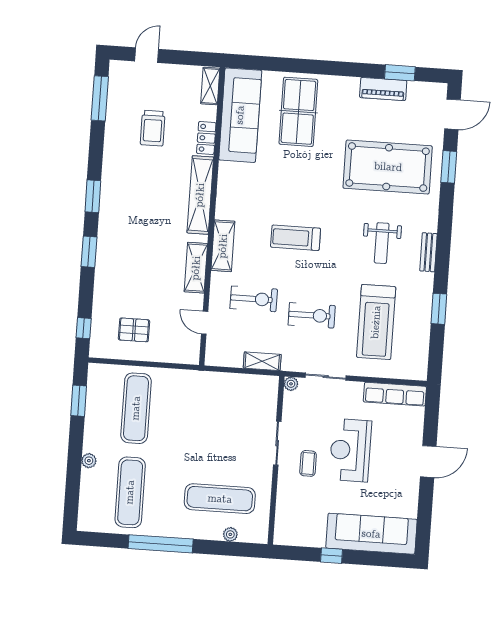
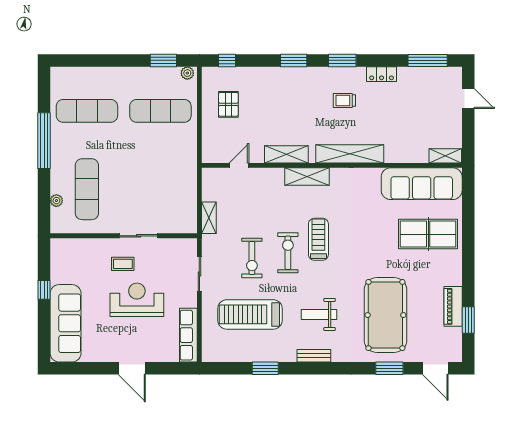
trolley: (153, 128) -> (344, 100), moved, width x0.73, depth x0.72
locker: (206, 138) -> (382, 74), moved, turned 180
exercise bike: (254, 299) -> (288, 253), moved, turned 180
plant: (291, 384) -> (191, 244), removed
plant: (89, 461) -> (187, 73), moved

